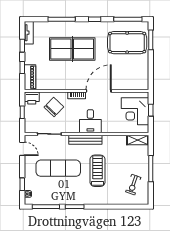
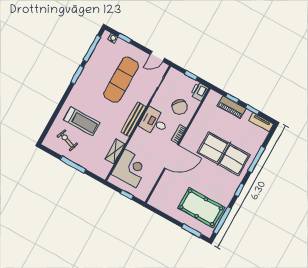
pool table: (127, 43) -> (201, 208), turned 90
table tennis table: (72, 49) -> (224, 154), turned 90
piano: (30, 77) -> (232, 107), moved
door: (99, 91) -> (171, 157), hinge flipped
corner desk: (135, 111) -> (130, 168), moved, turned 90
desk: (90, 121) -> (154, 122), moved
shelving: (138, 140) -> (115, 151), moved
treadmill: (98, 171) -> (82, 121), moved

